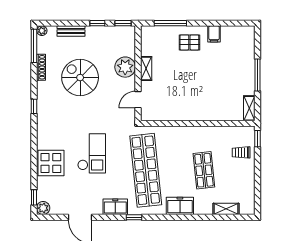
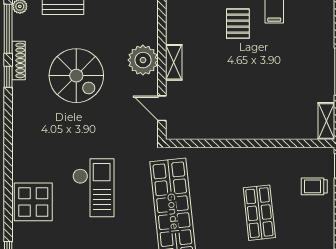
pallet: (189, 42) -> (238, 24), turned 90
spiral stairs: (80, 78) -> (76, 76), turned 180
door: (138, 100) -> (162, 108), hinge flipped
window: (34, 106) -> (8, 77), moved

